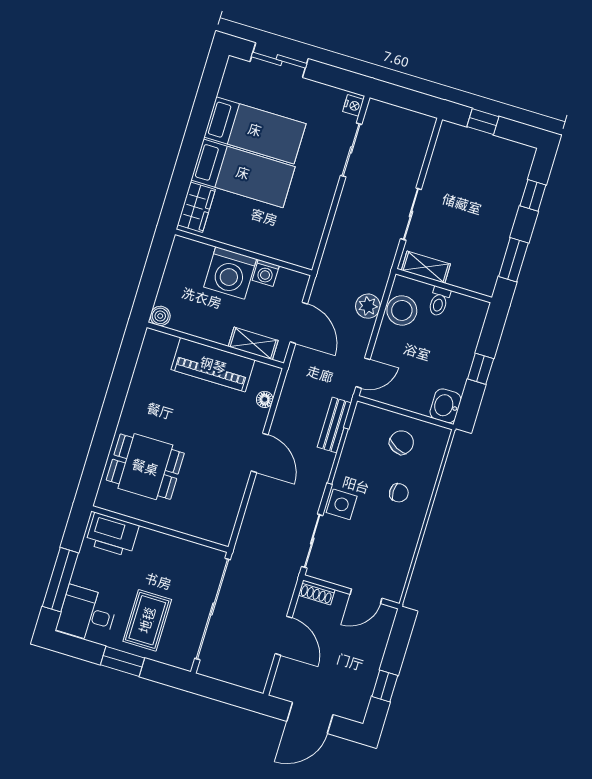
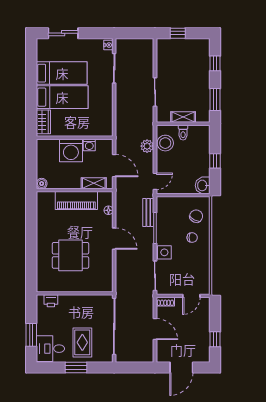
shelving: (426, 267) -> (183, 117), moved
chair: (401, 443) -> (196, 216), moved
dining table: (145, 467) -> (71, 255), moved
printer: (112, 535) -> (51, 301), width x0.53, depth x0.68
window: (60, 580) -> (31, 335), width x0.69

